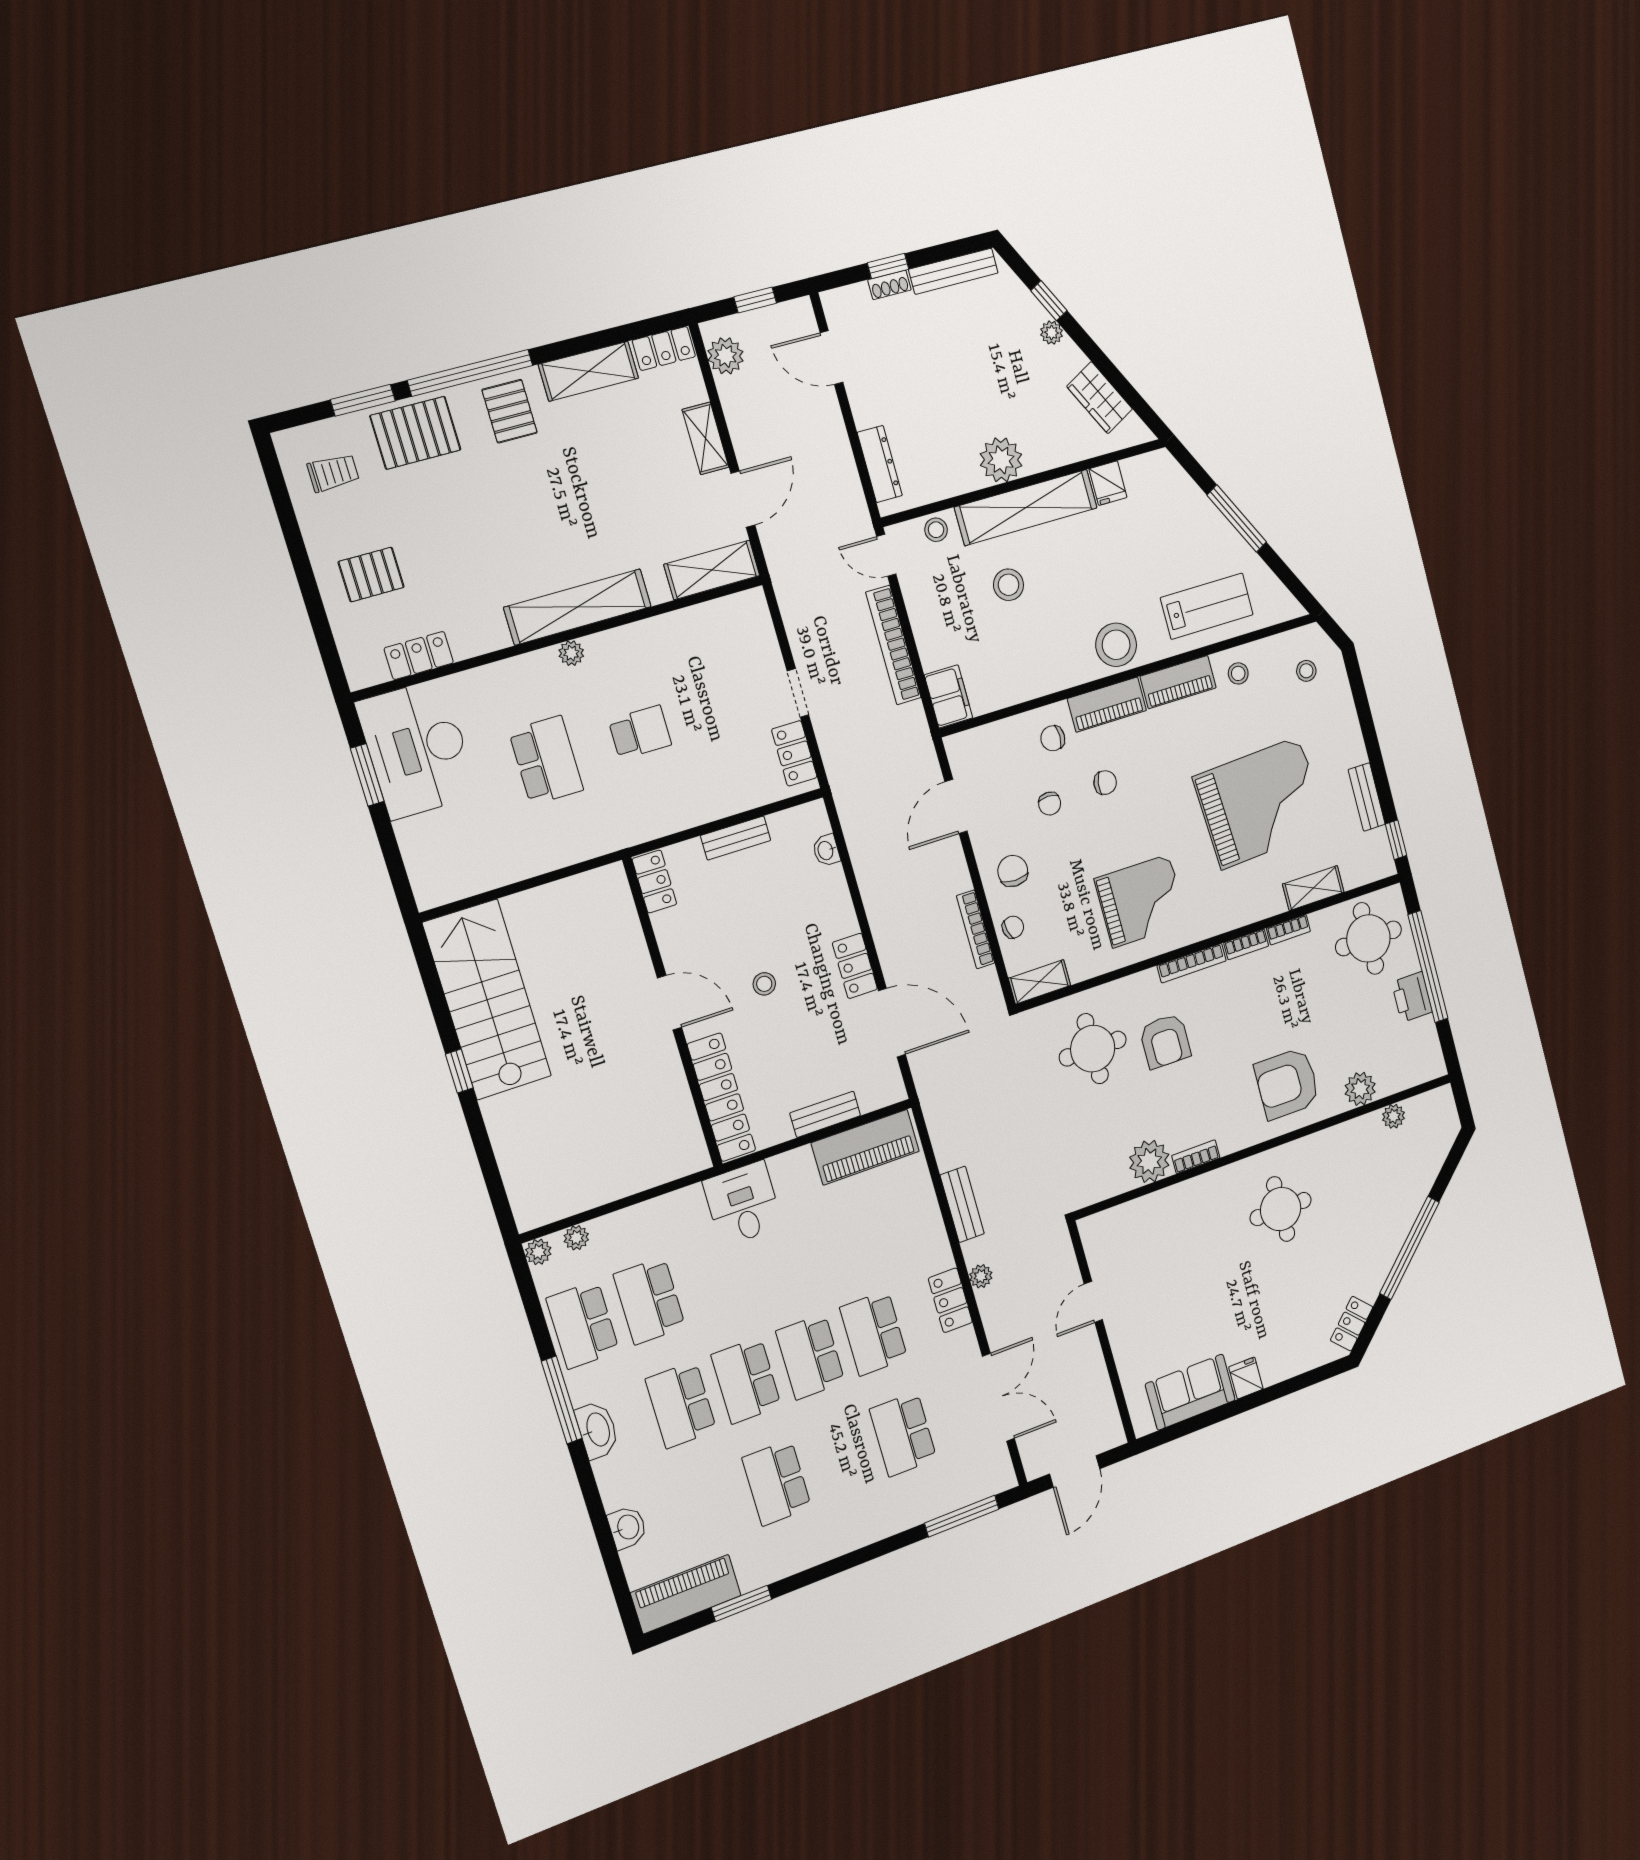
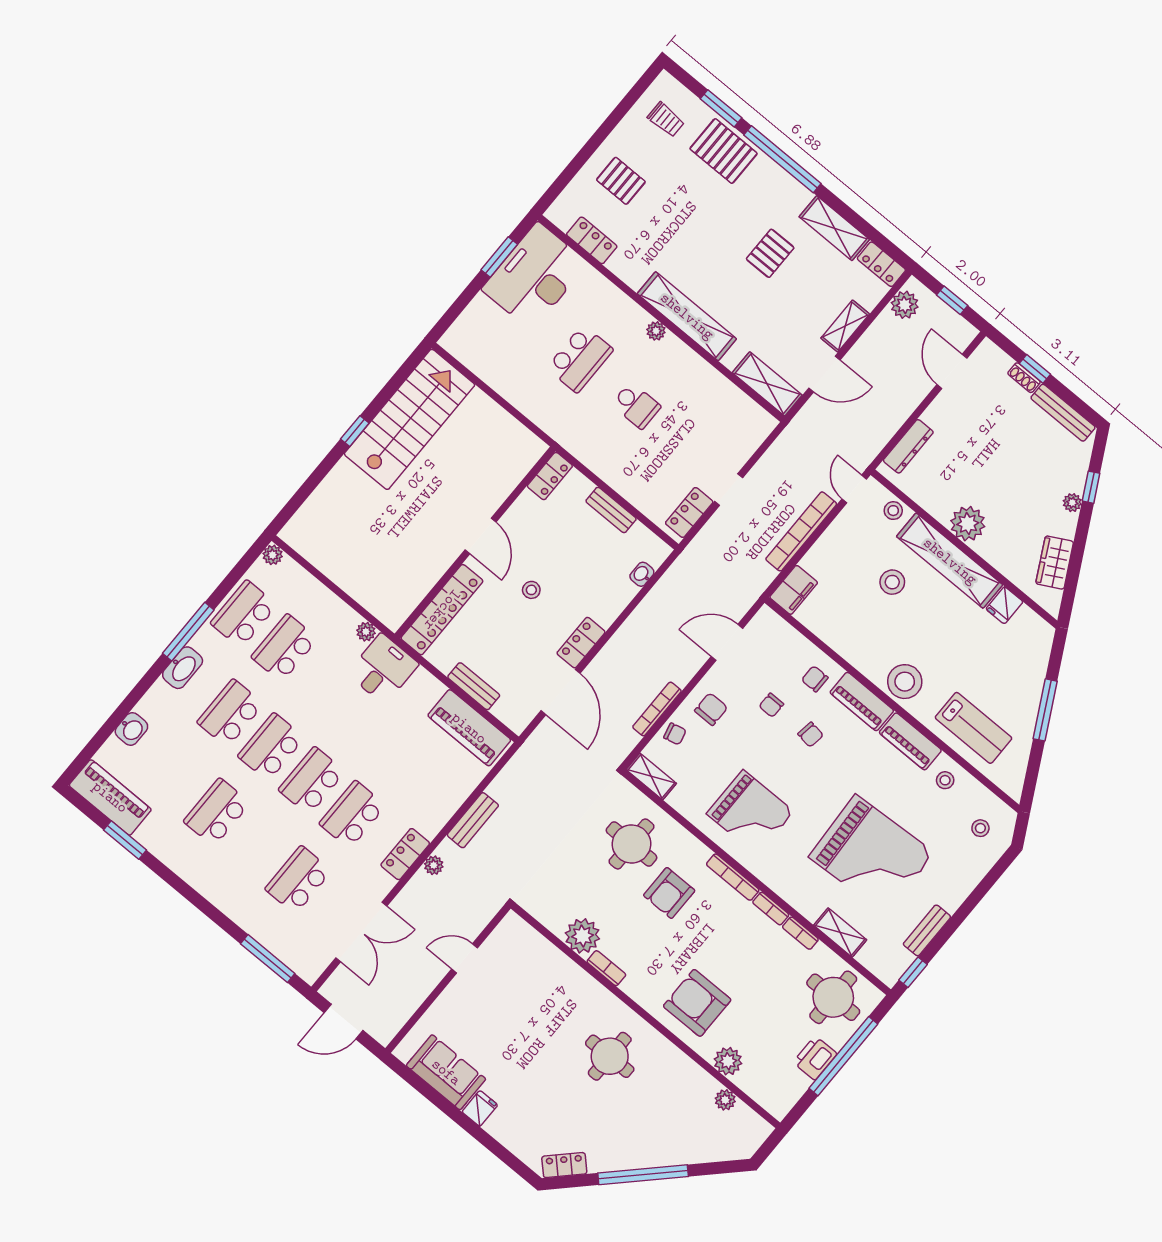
pallet: (510, 411) -> (770, 253), moved
plant: (576, 1238) -> (366, 632), moved

